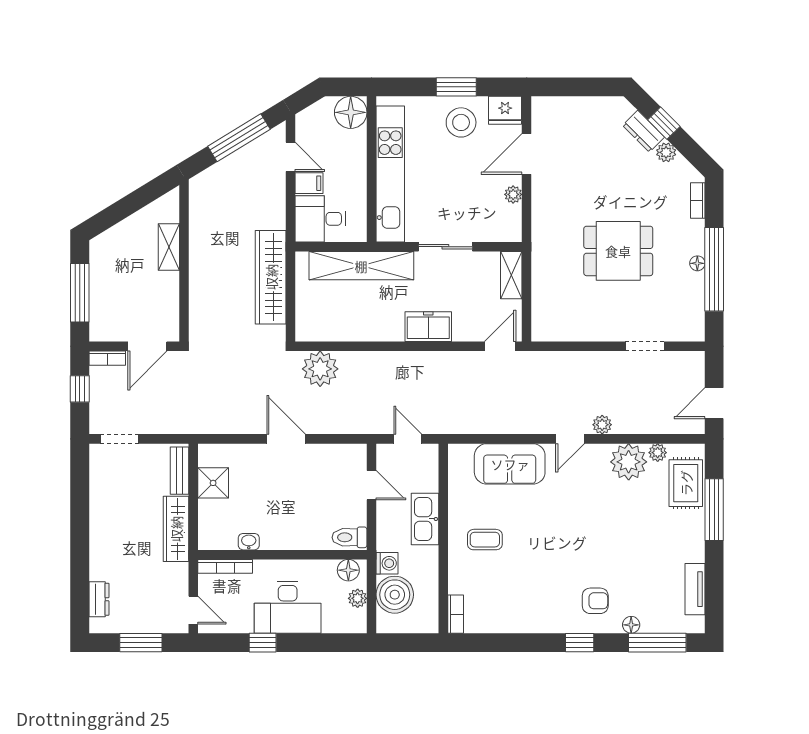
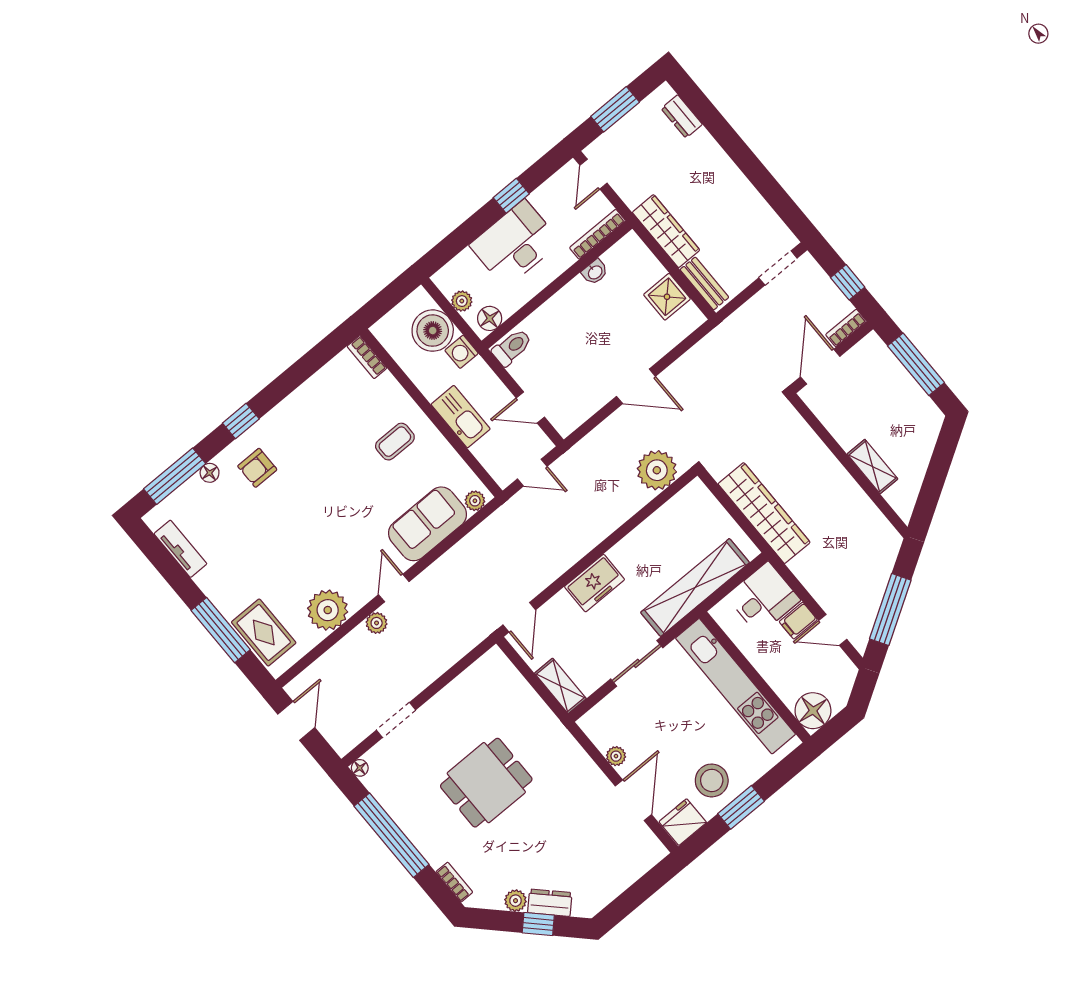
floor lamp: (697, 263) -> (360, 768), moved
plant: (658, 453) -> (475, 501), moved
door: (193, 610) -> (594, 174), hinge flipped

